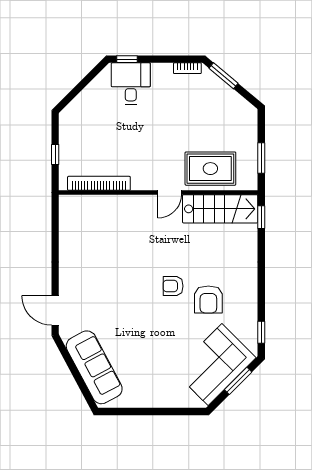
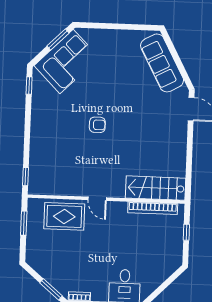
door: (170, 193) -> (97, 199), swing flipped
stairs: (220, 209) -> (156, 188), moved
armchair: (208, 299) -> (70, 113), removed
window: (238, 381) -> (58, 40), moved

